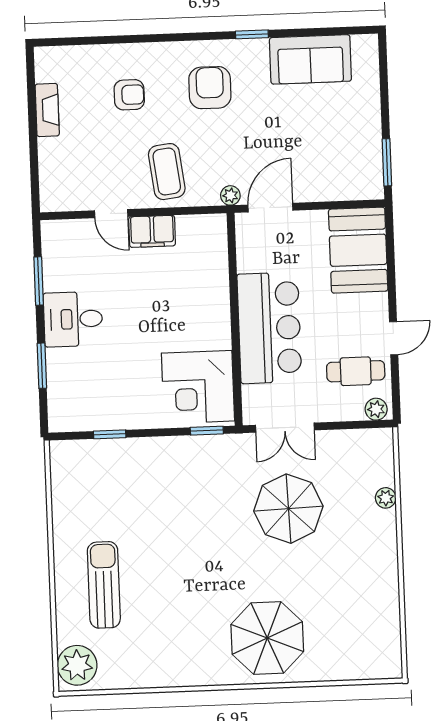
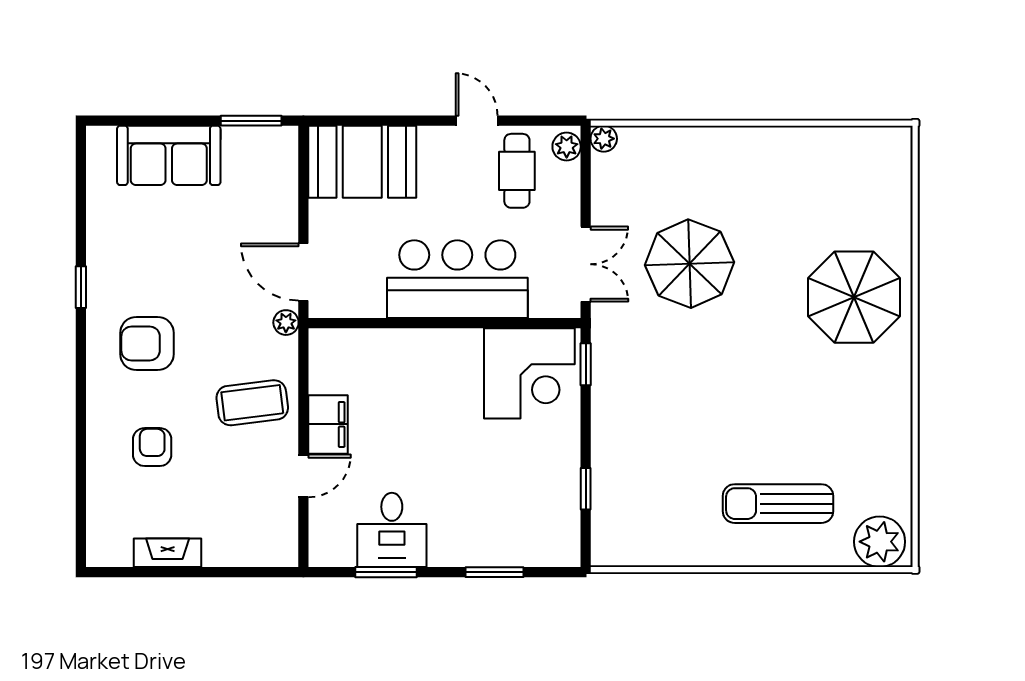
sofa: (310, 59) -> (169, 155), moved, turned 90
desk: (73, 319) -> (392, 530), moved
plant: (386, 498) -> (604, 139), moved

